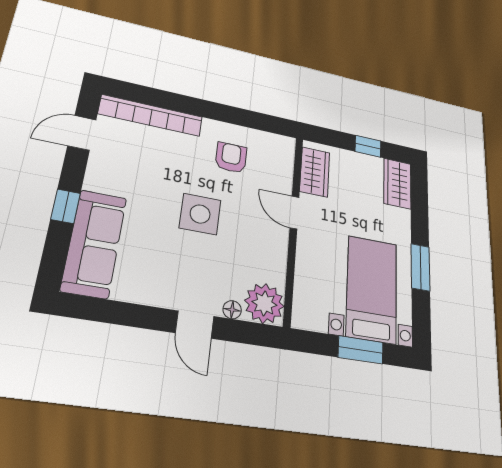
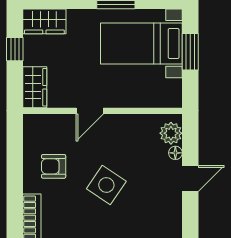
wardrobe: (315, 172) -> (35, 87), moved, turned 90
side table: (200, 214) -> (106, 185), turned 34
plant: (264, 303) -> (171, 133), width x0.73, depth x0.73

